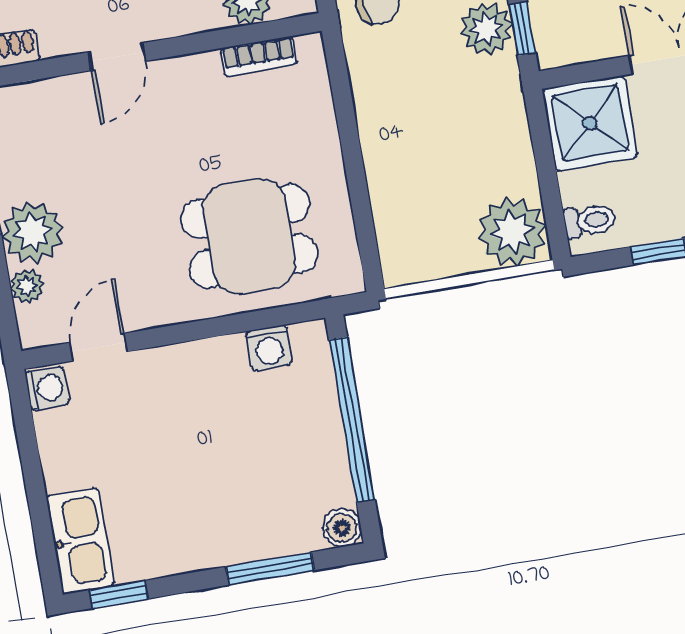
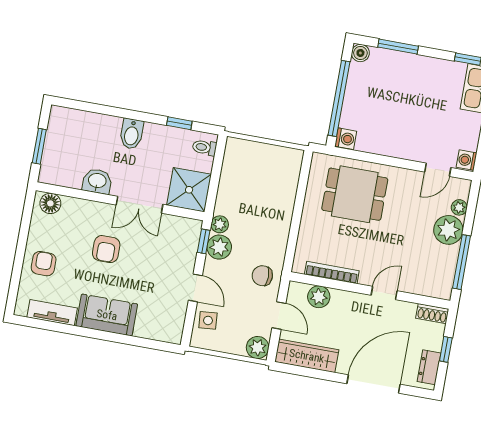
bookcase: (259, 56) -> (332, 273), width x1.56
plant: (512, 232) -> (220, 224), moved, width x0.53, depth x0.53
washing machine: (269, 348) -> (346, 139), moved, turned 90

